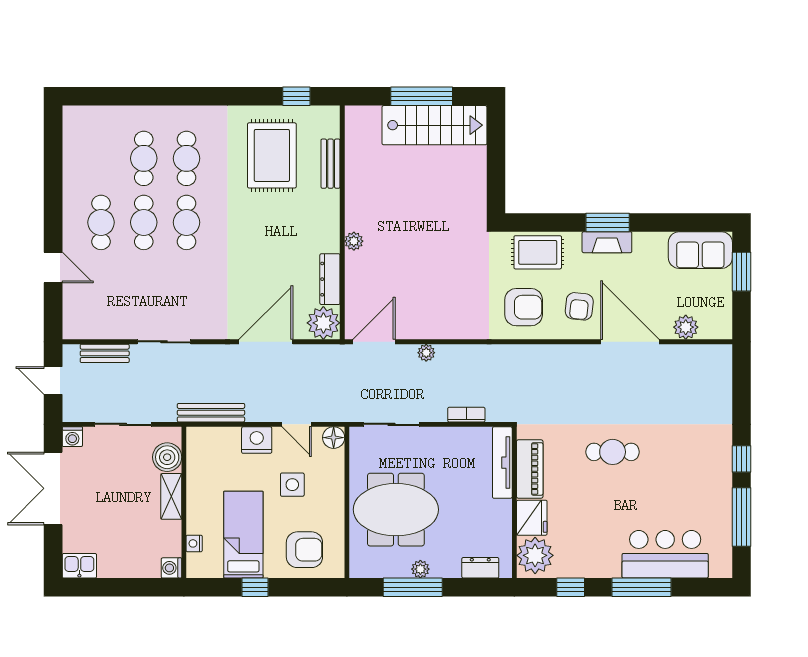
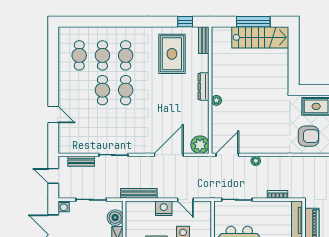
bench: (331, 164) -> (204, 40), moved
cafe table: (101, 222) -> (79, 55), moved
dresser: (330, 279) -> (203, 87), moved
floor lamp: (334, 438) -> (205, 207), removed

